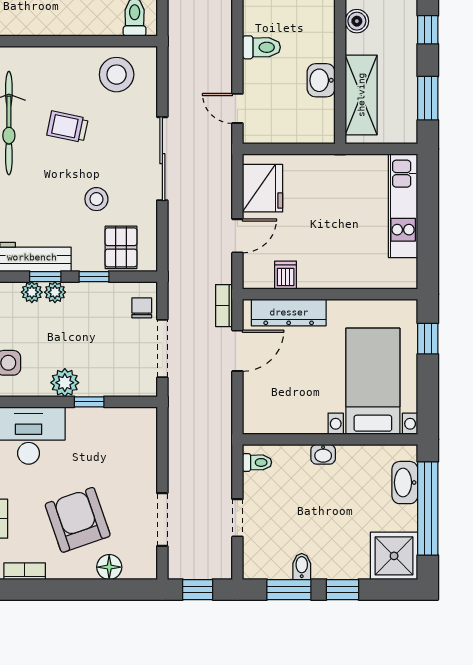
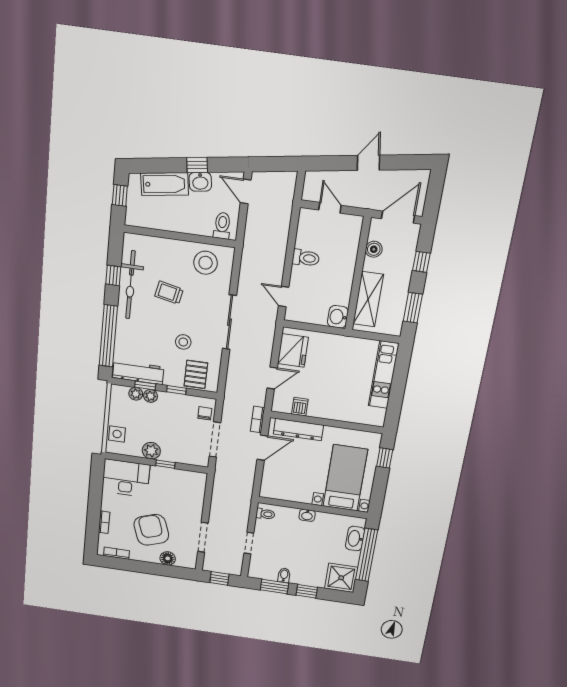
washbasin: (321, 80) -> (338, 317), moved

